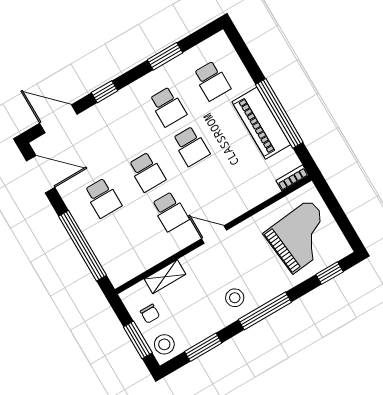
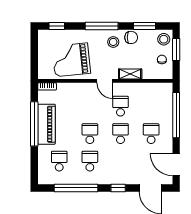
window: (165, 56) -> (76, 188), width x2.11
grand piano: (301, 236) -> (71, 60), moved
shelving: (165, 277) -> (130, 74), moved
chair: (213, 319) -> (131, 37), added

